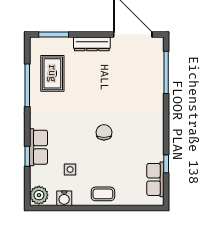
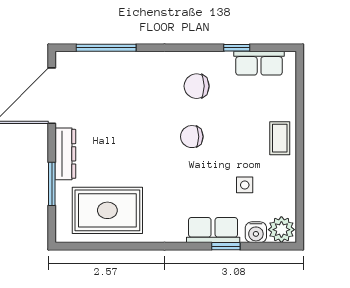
window: (54, 34) -> (52, 184), moved
rug: (52, 73) -> (107, 210), width x1.36, depth x1.43
window: (27, 85) -> (125, 246), removed
chair: (139, 136) -> (197, 86), added
water cooler: (64, 198) -> (256, 232), moved, turned 90

